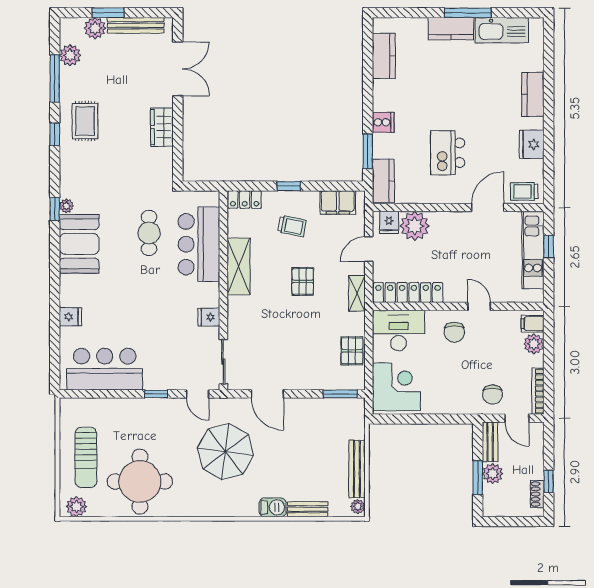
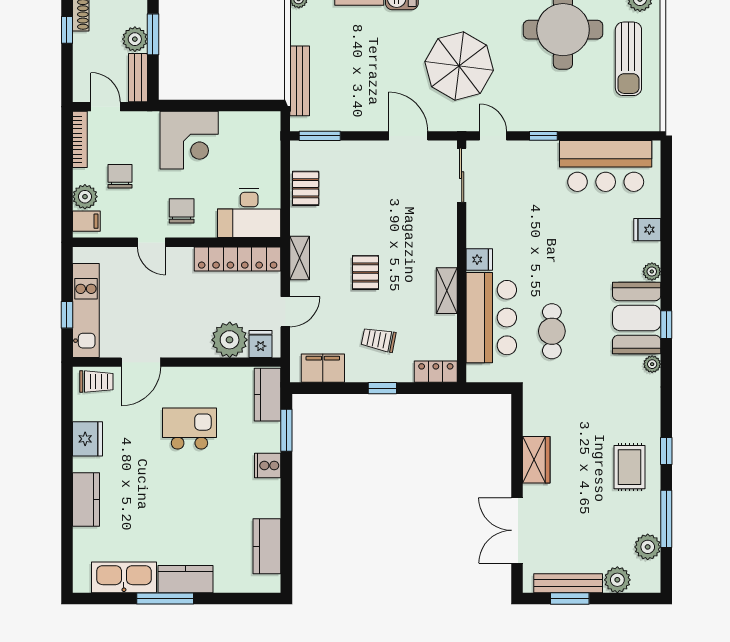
window: (108, 13) -> (570, 598), moved
kitchen island: (448, 153) -> (189, 429), turned -90
window: (55, 209) -> (666, 325), moved
shelving: (239, 266) -> (447, 291), width x0.67, depth x0.75
plant: (67, 282) -> (652, 272), added
fridge: (209, 317) -> (479, 260), moved
corner desk: (396, 387) -> (189, 140), moved, turned -90
chair: (492, 395) -> (120, 176), moved
sun lounger: (86, 457) -> (628, 59), turned 180
bench: (357, 469) -> (300, 81), moved

